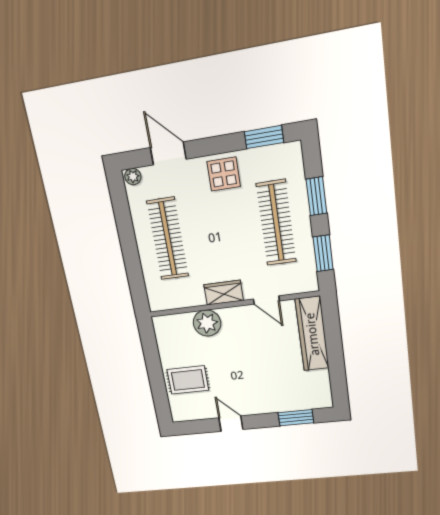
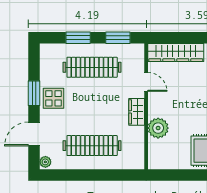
window: (264, 137) -> (34, 93), moved
door: (266, 300) -> (146, 82), hinge flipped

